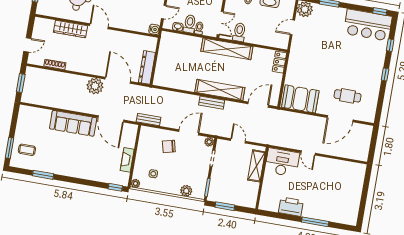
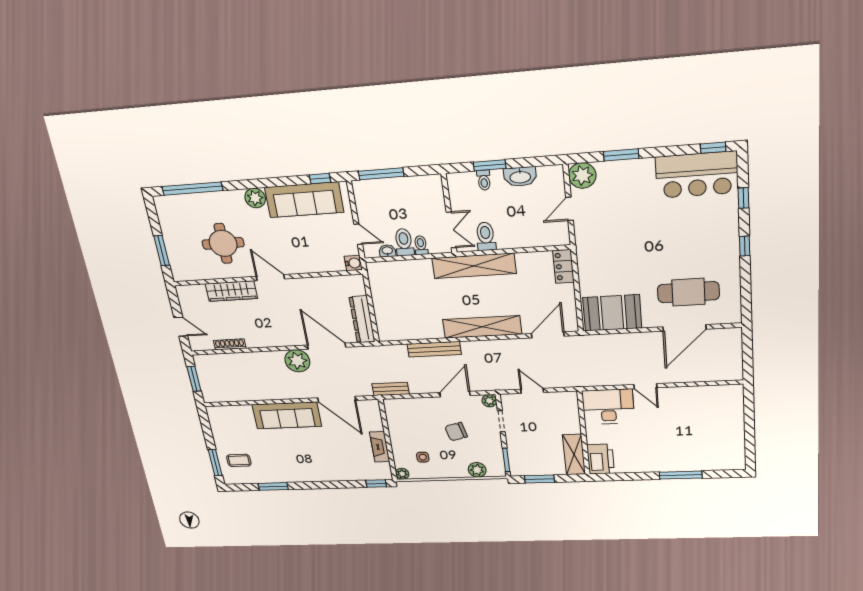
door: (164, 12) -> (358, 234), hinge flipped
door: (27, 45) -> (181, 327), hinge flipped
cafe table: (348, 96) -> (688, 292), width x1.37, depth x1.35
bench: (212, 103) -> (434, 349), moved, width x1.36
chair: (169, 146) -> (456, 432), moved
shelving: (256, 166) -> (574, 455), moved
printer: (291, 207) -> (601, 459), moved, turned 90

